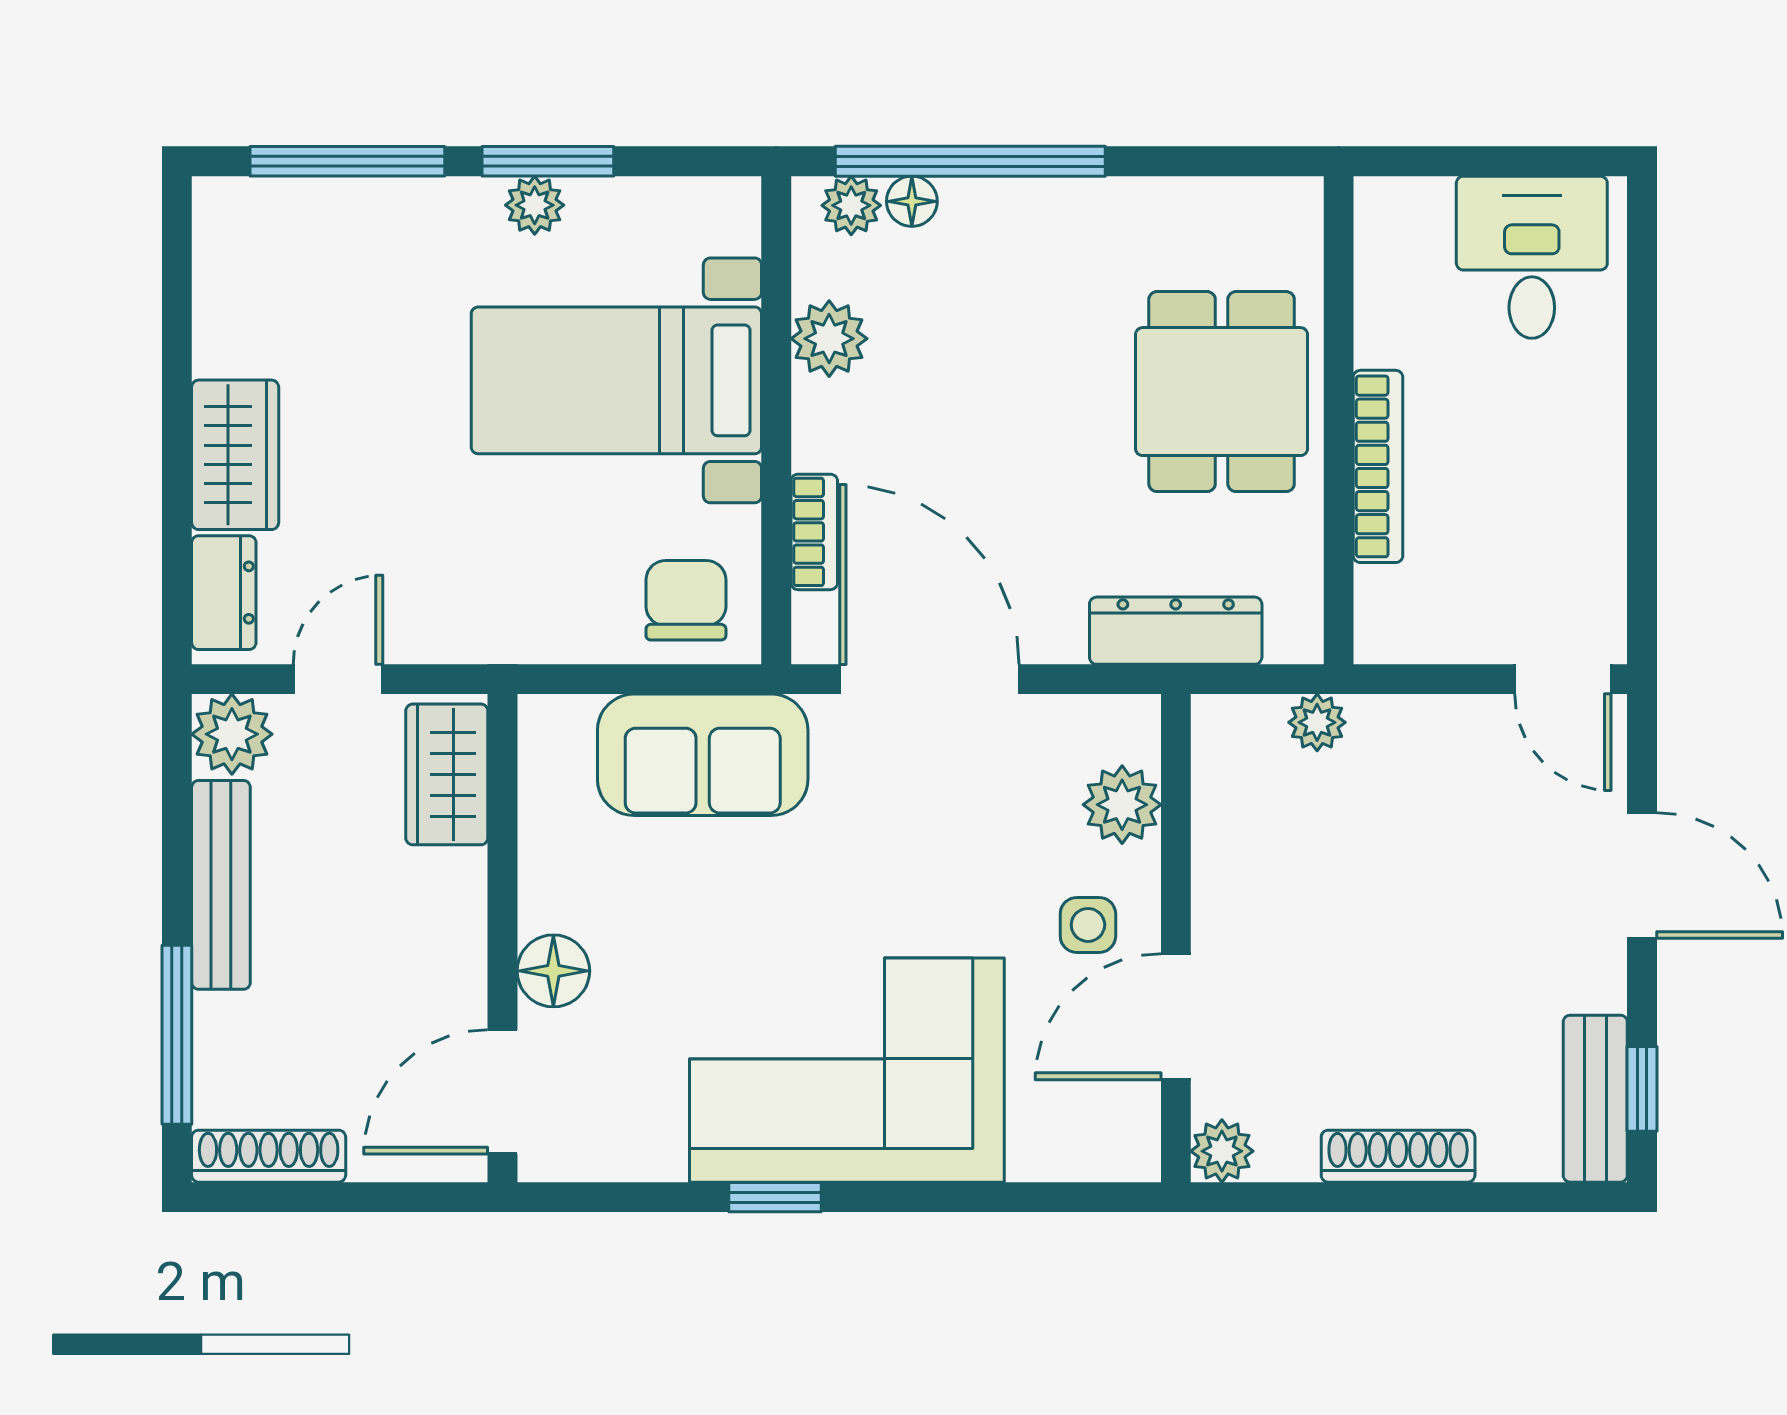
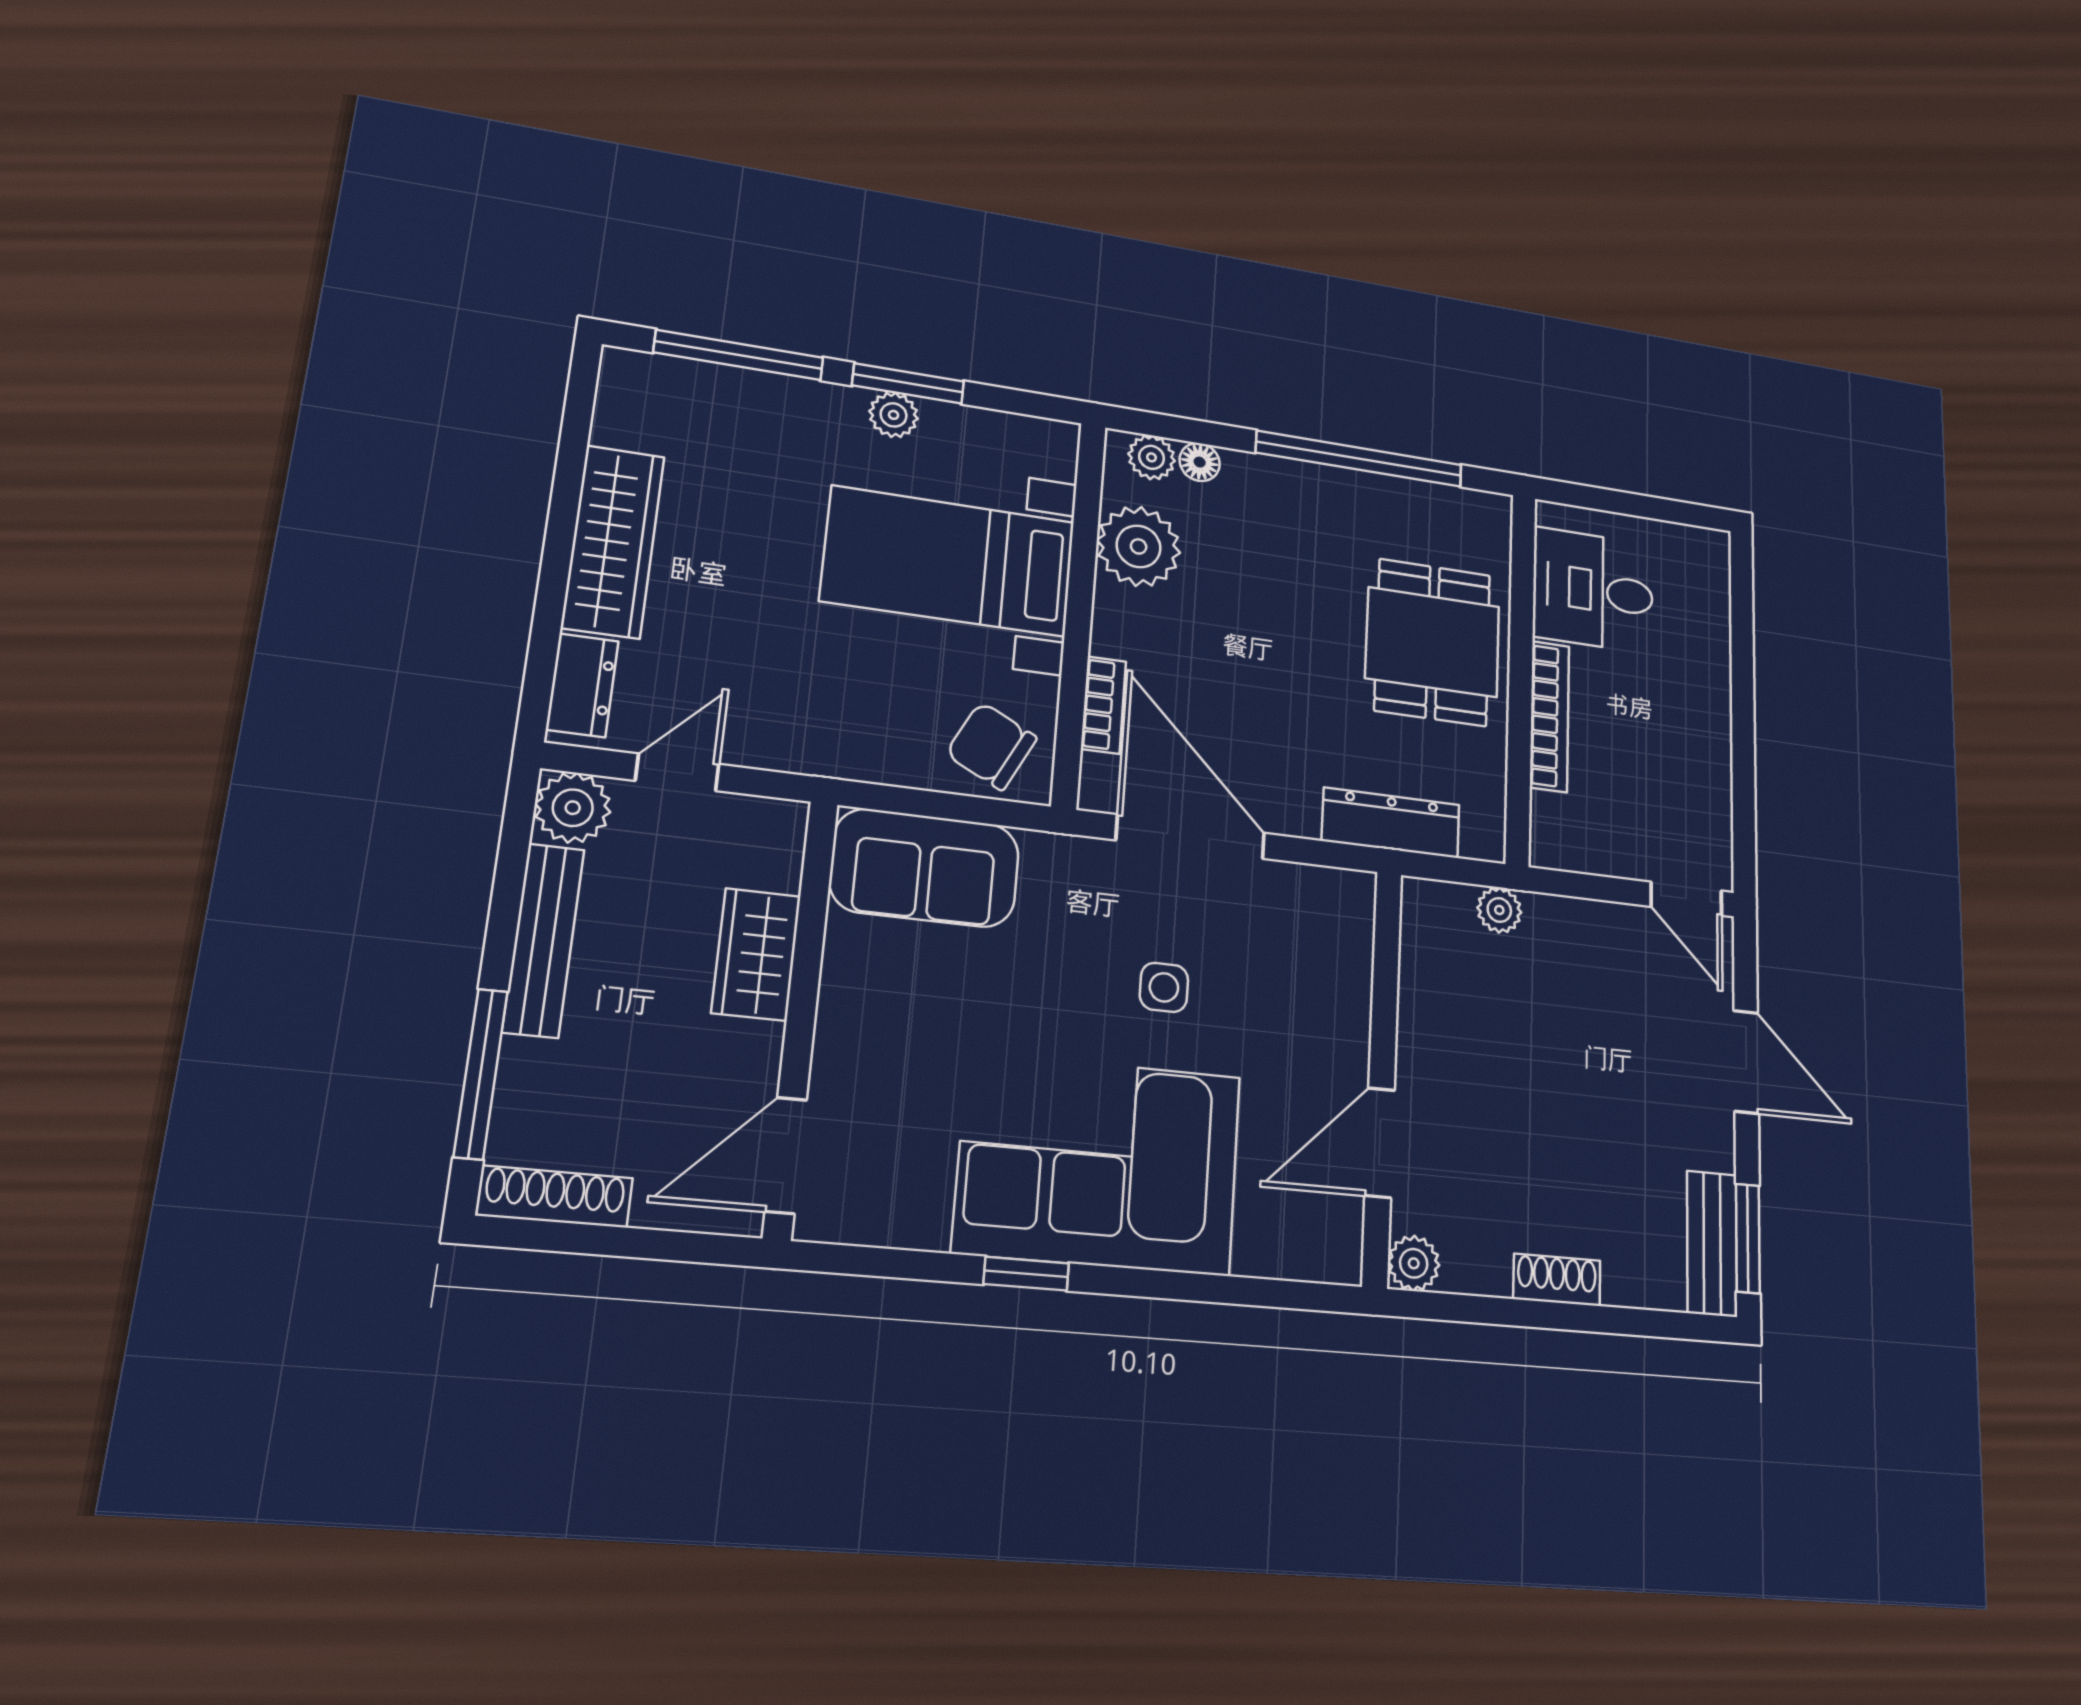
window: (970, 161) -> (1359, 459), moved
desk: (1532, 257) -> (1593, 590), moved, turned -90
plant: (829, 339) -> (1139, 546), width x1.36, depth x1.36
wardrobe: (235, 455) -> (613, 541), width x1.50
chair: (686, 600) -> (991, 746), turned -63
sofa: (703, 755) -> (925, 868), moved
wardrobe: (447, 774) -> (756, 954), moved
plant: (1122, 805) -> (1343, 959), removed
side table: (1088, 925) -> (1164, 987), moved
floor lamp: (553, 971) -> (844, 1050), removed
window: (1642, 1089) -> (1748, 1238), width x1.50
shoe rack: (1398, 1156) -> (1557, 1280), width x0.70

